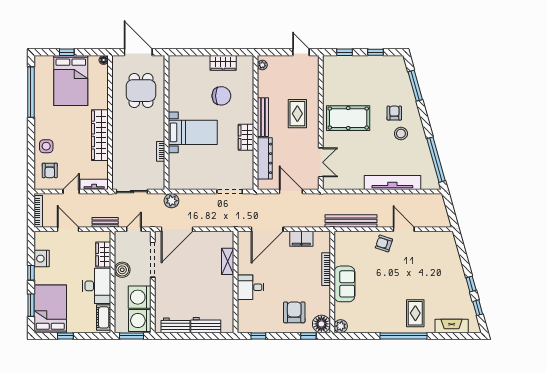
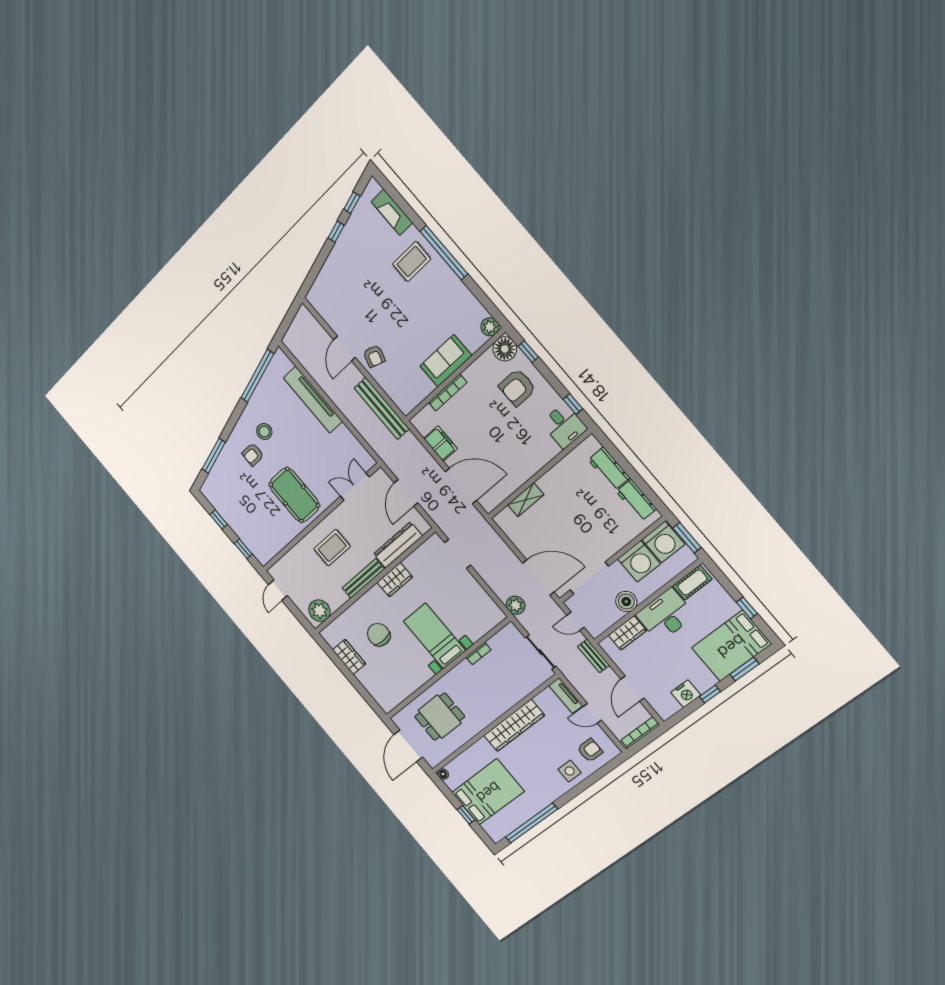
plant: (262, 65) -> (319, 611), width x1.87, depth x1.87
desk: (251, 287) -> (564, 426), moved

